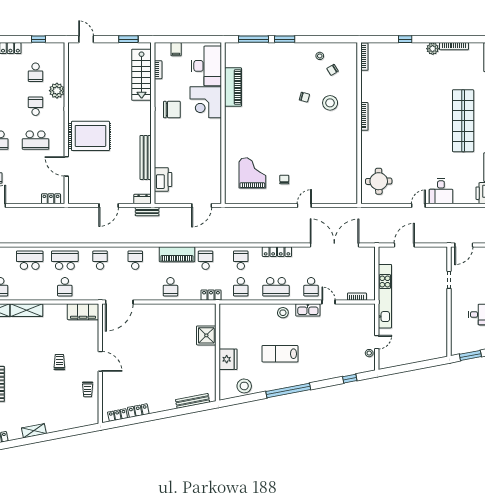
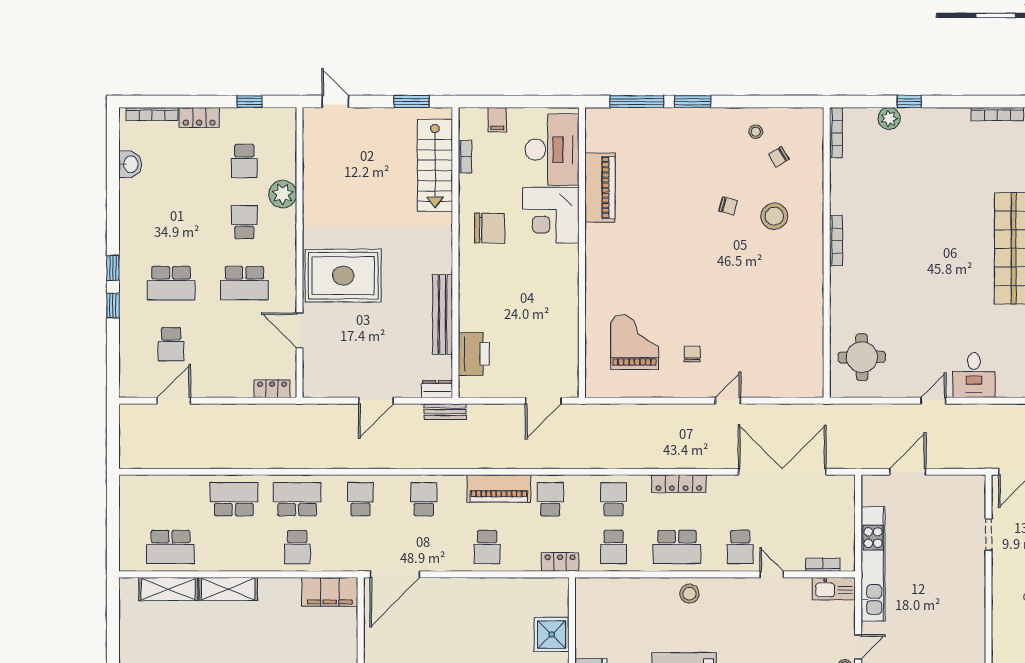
plant: (433, 49) -> (889, 118), moved
kitchen sink: (308, 310) -> (834, 589), moved

